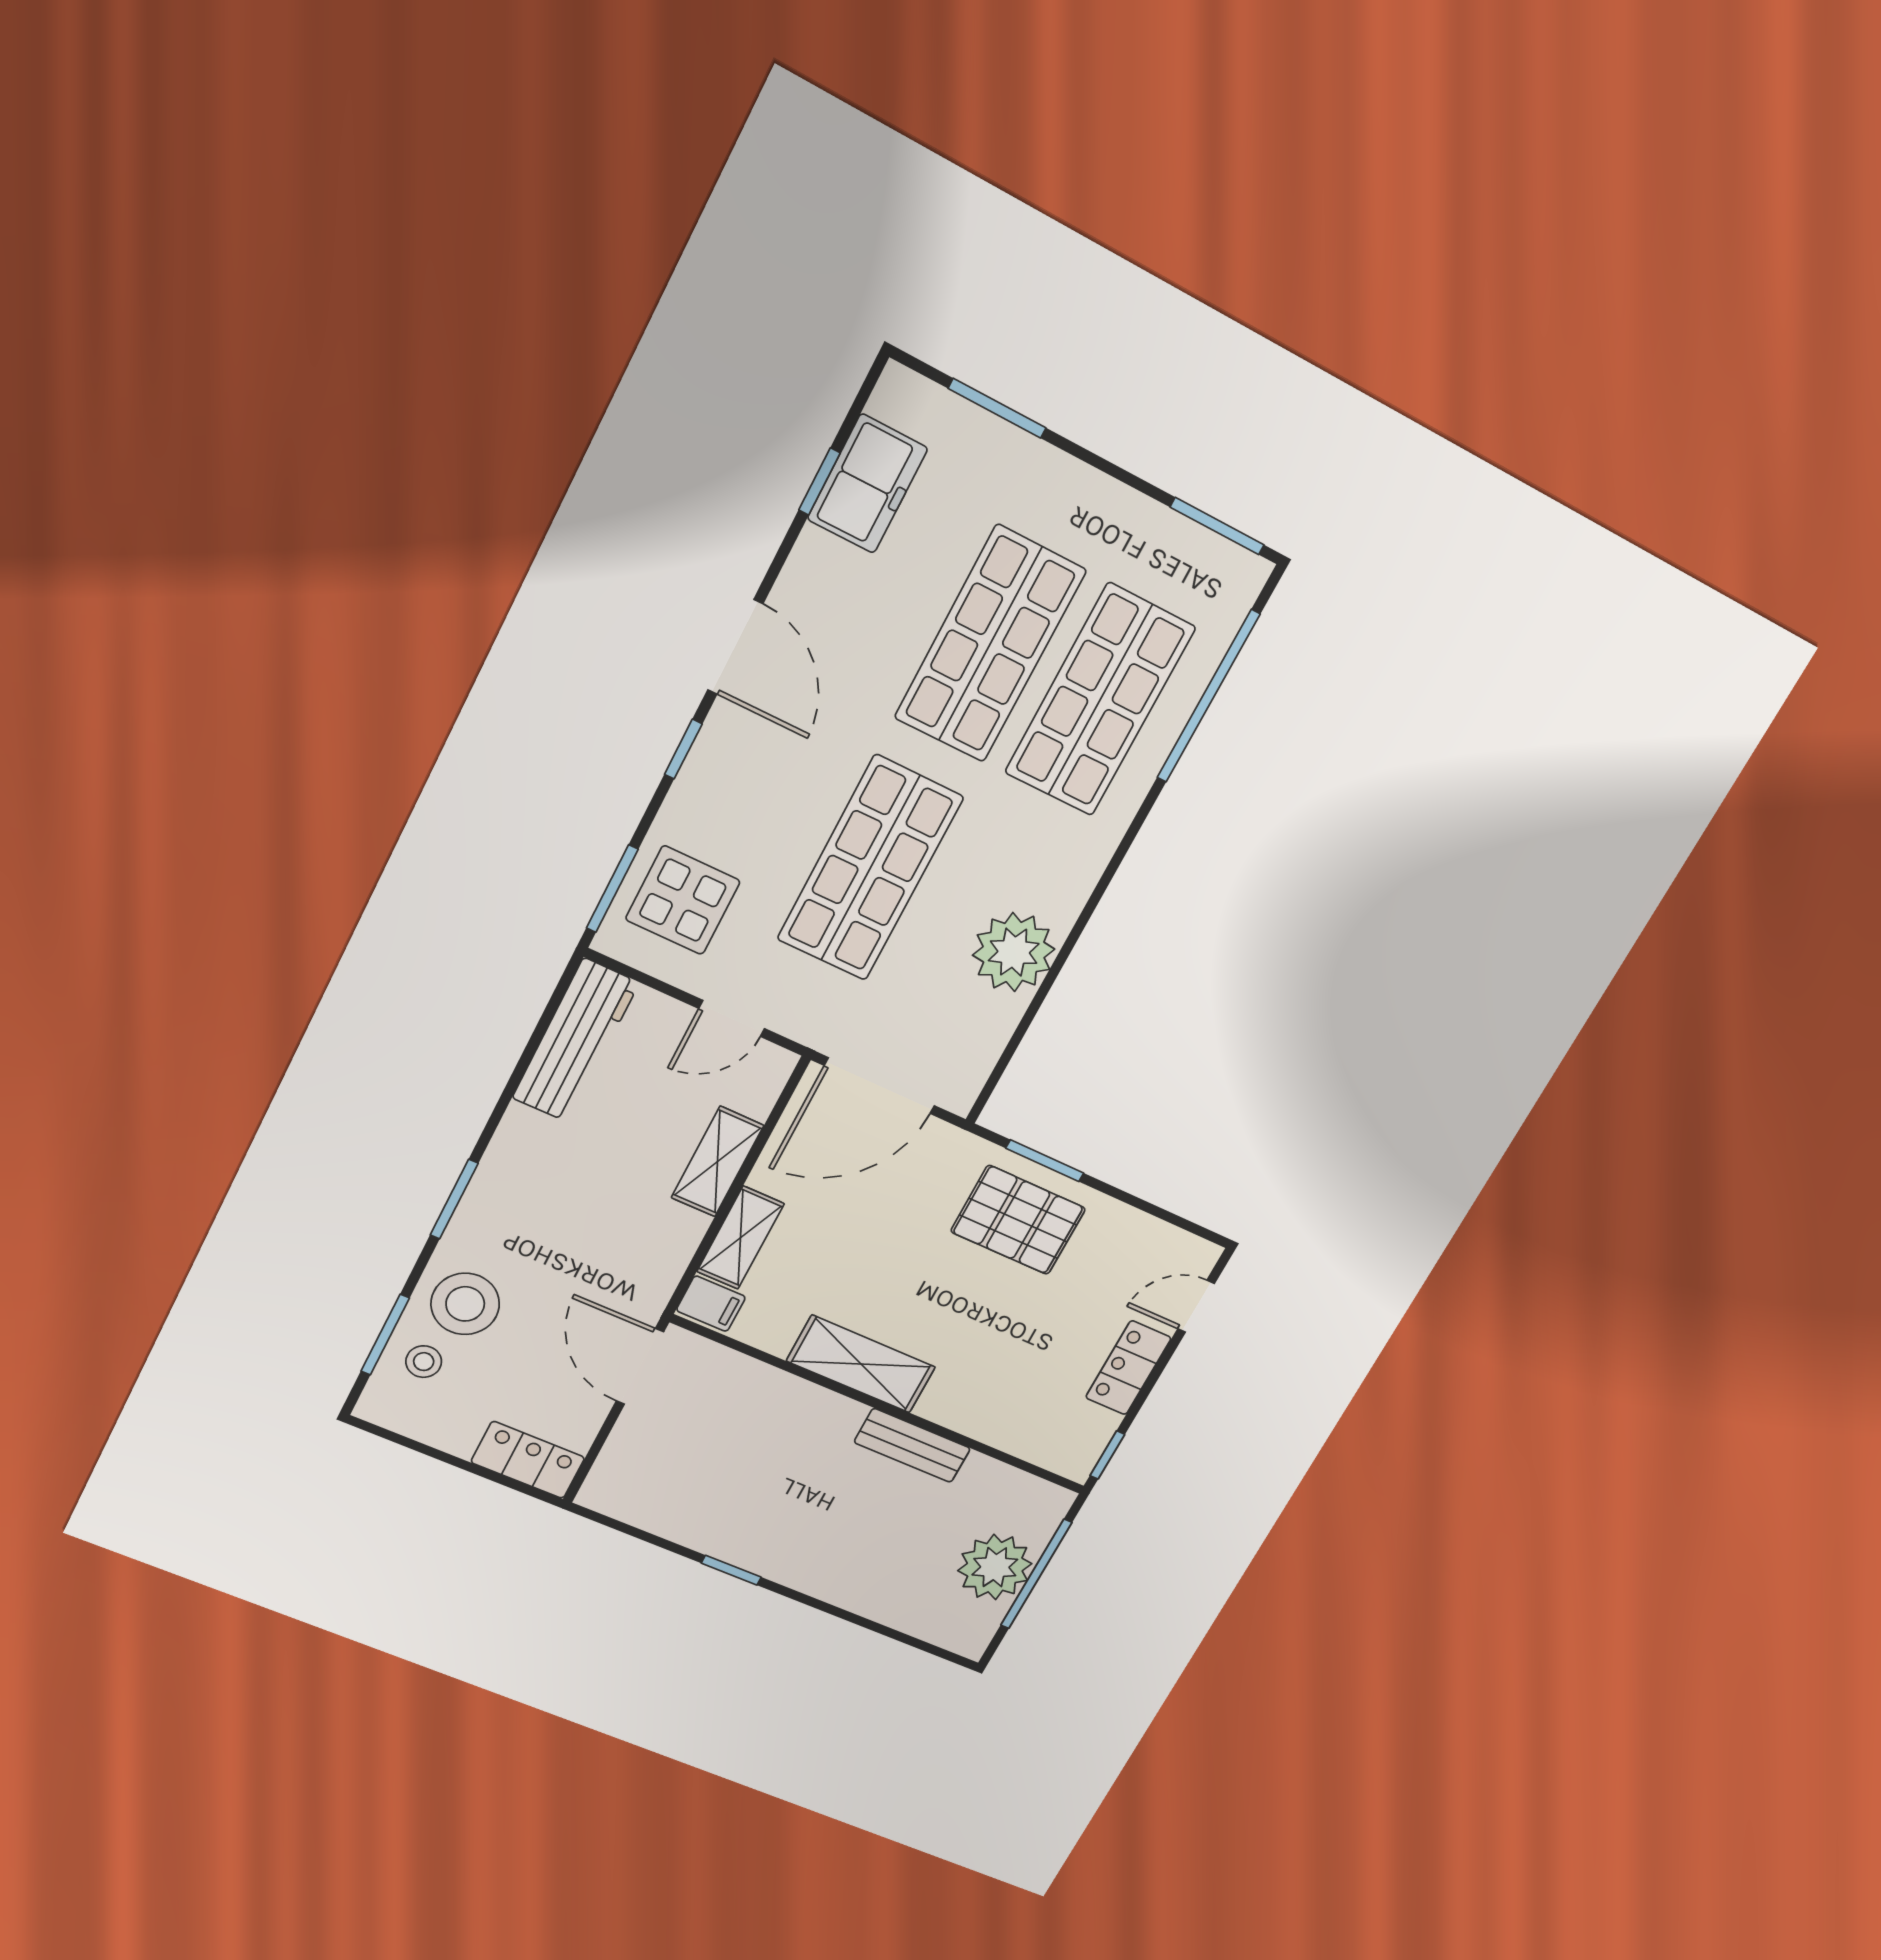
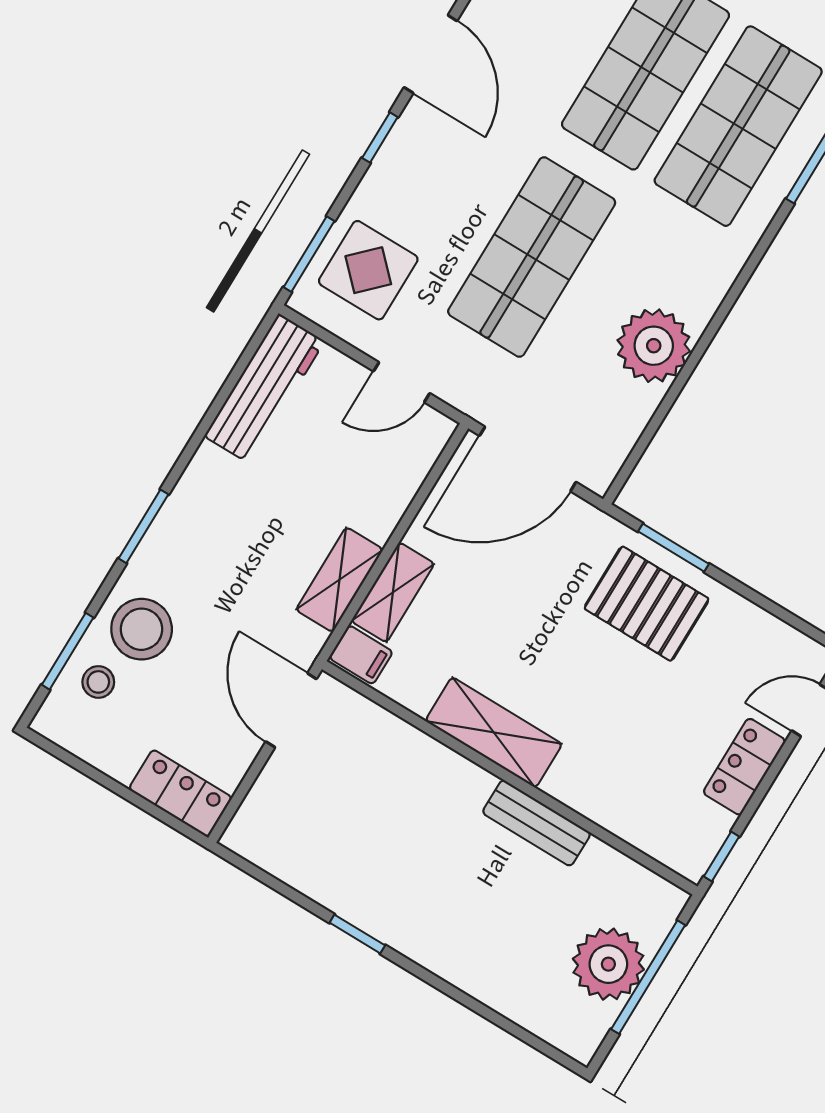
shelving: (717, 1162) -> (340, 580), moved

